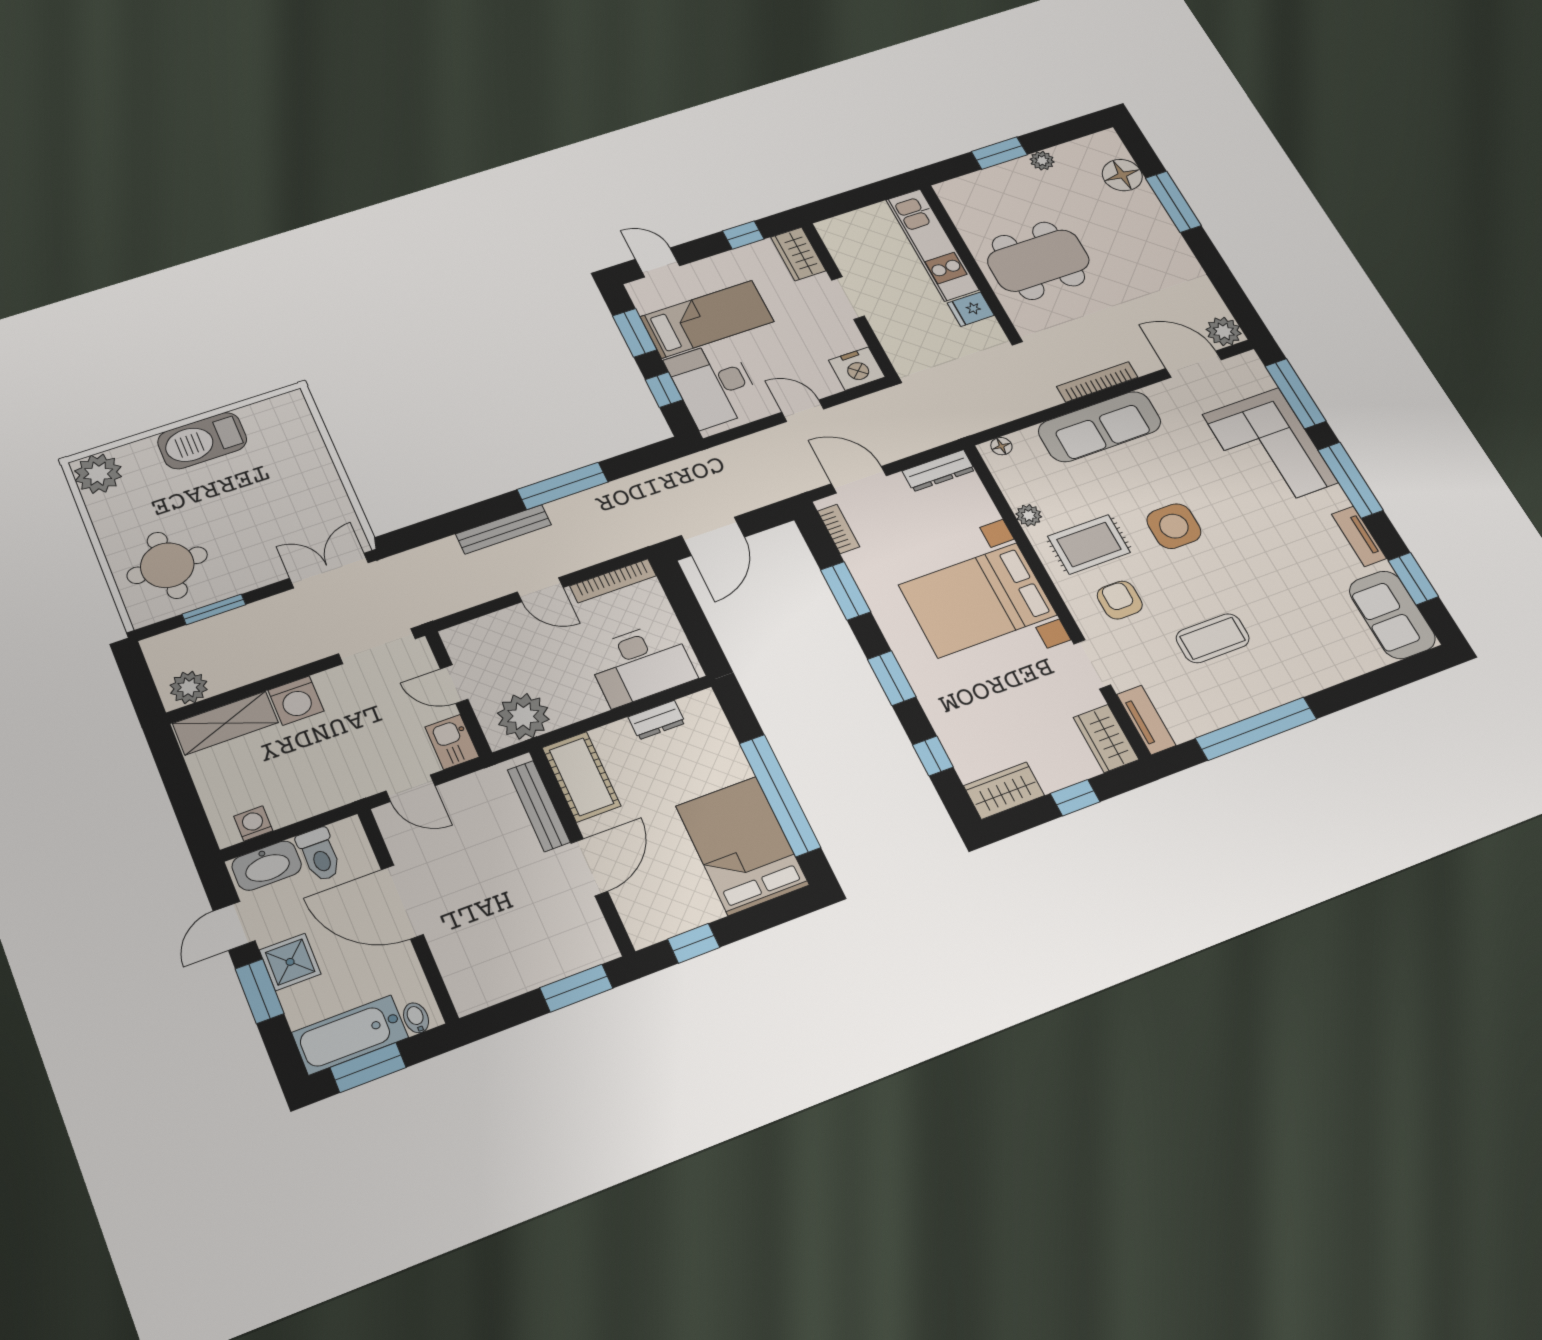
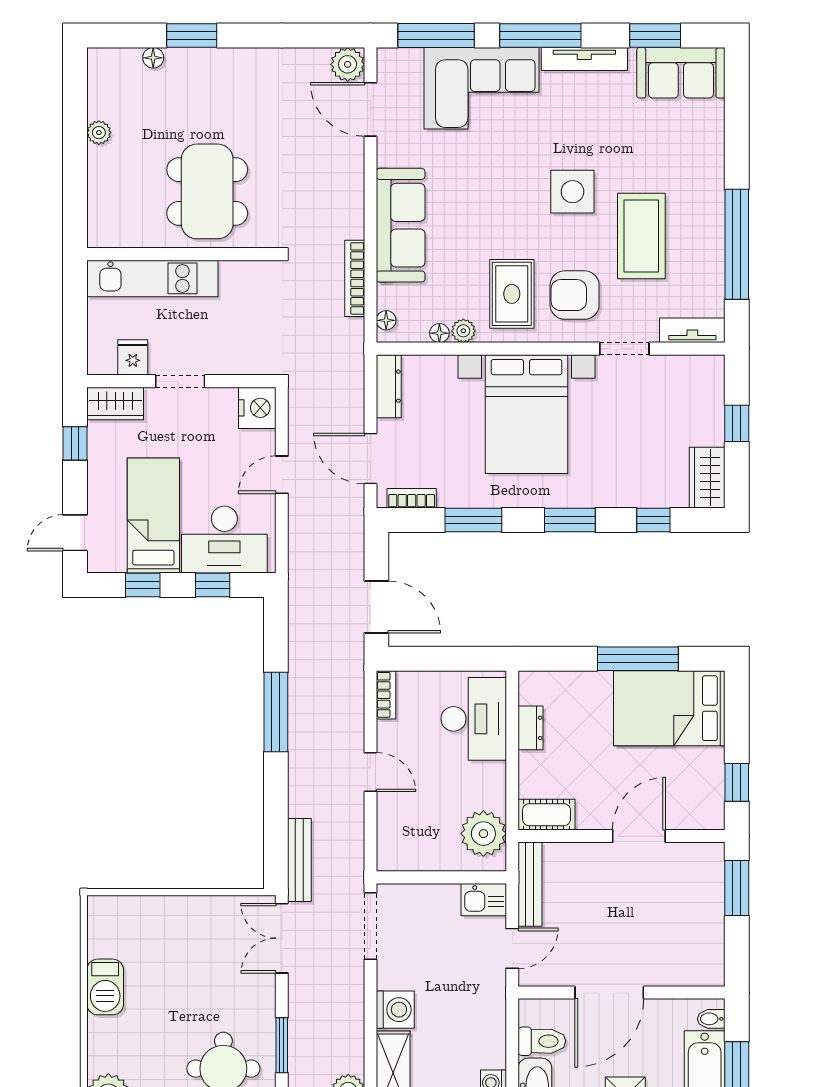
window: (999, 153) -> (75, 168), removed
floor lamp: (1122, 175) -> (153, 58), width x0.53, depth x0.53
window: (1173, 202) -> (192, 36), width x0.69
fridge: (971, 309) -> (133, 357), moved, turned 180
window: (635, 333) -> (143, 585), width x0.67
door: (1194, 364) -> (370, 109), hinge flipped
bookcase: (1097, 382) -> (355, 278), moved
barbecue: (202, 441) -> (105, 987), width x0.73, depth x0.83
door: (859, 480) -> (370, 459), hinge flipped
floor lamp: (1015, 496) -> (439, 333), added
side table: (1174, 526) -> (572, 192), moved
bench: (504, 529) -> (299, 860), moved
tv unit: (1359, 536) -> (584, 59), width x1.41
bookcase: (613, 581) -> (386, 695), width x0.64
door: (540, 590) -> (370, 772), hinge flipped
armchair: (1120, 600) -> (575, 295), width x1.38, depth x1.38
coffee table: (1213, 638) -> (641, 236), width x1.36, depth x1.32
door: (454, 684) -> (431, 877), removed
wardrobe: (1106, 738) -> (695, 372), removed
cot: (581, 777) -> (547, 815), width x0.73, depth x0.75
window: (780, 795) -> (638, 659), width x0.68
bench: (539, 806) -> (530, 884), moved, turned 90
door: (589, 867) -> (639, 836), hinge flipped

